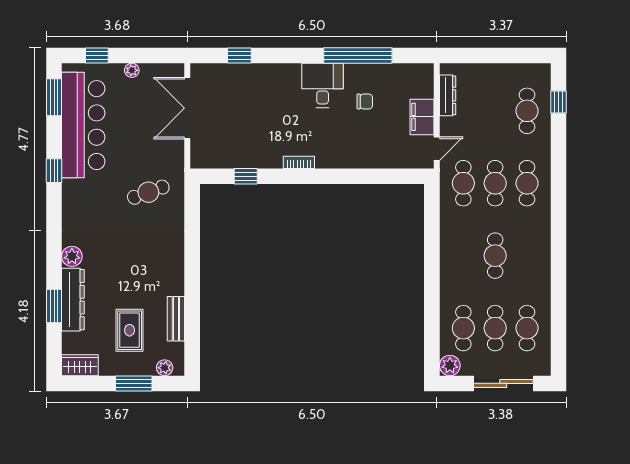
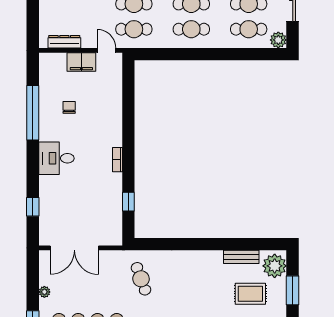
desk: (323, 85) -> (56, 158), moved
cafe table: (463, 256) -> (191, 29), added
plant: (165, 368) -> (275, 266), width x1.87, depth x1.87

